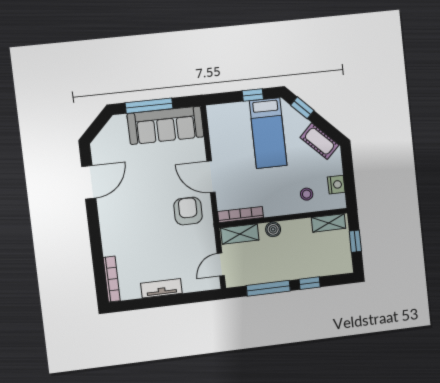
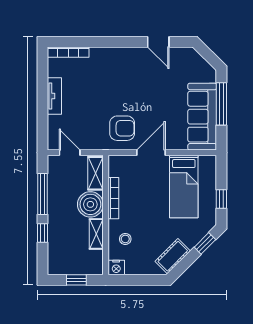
bed: (268, 133) -> (184, 186), moved, turned -90
door: (89, 182) -> (158, 42), width x0.73
nightstand: (336, 185) -> (116, 267), moved
bookcase: (241, 215) -> (113, 198), moved
shelving: (329, 223) -> (96, 234), moved
boiler: (273, 229) -> (90, 204), width x1.86, depth x1.86

